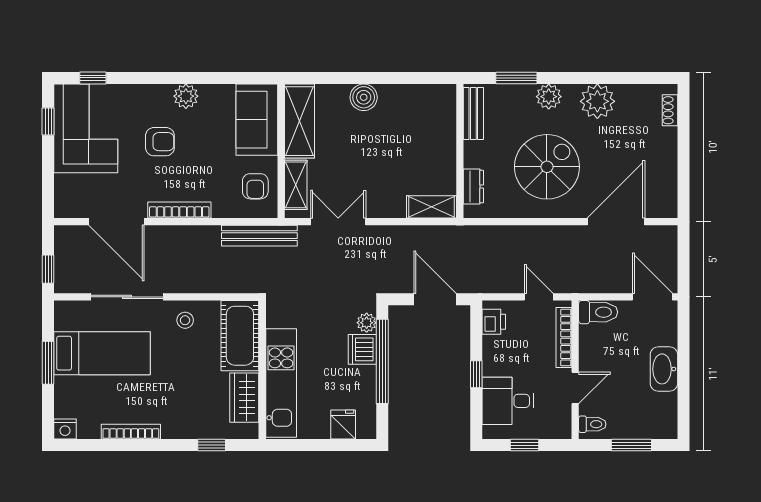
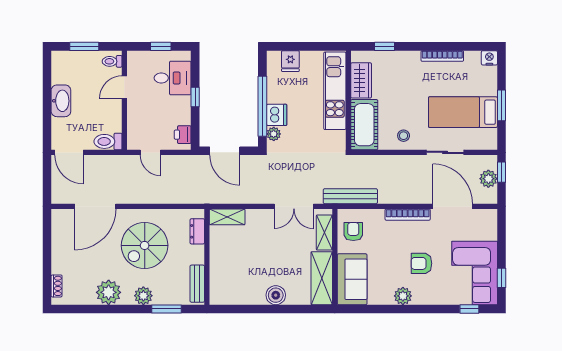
plant: (66, 260) -> (488, 179), added
sliding door: (127, 297) -> (445, 152), width x0.73
bookcase: (564, 338) -> (132, 123), removed

